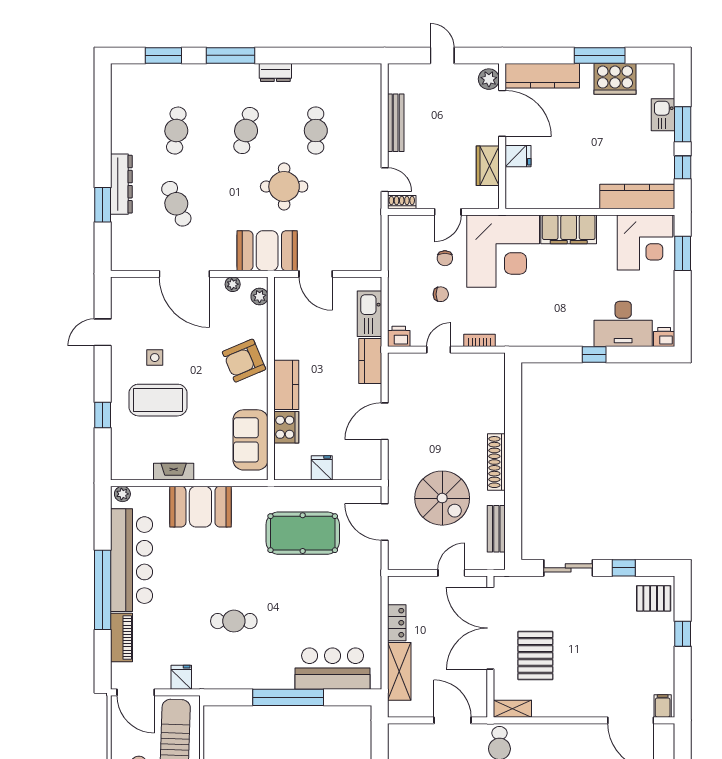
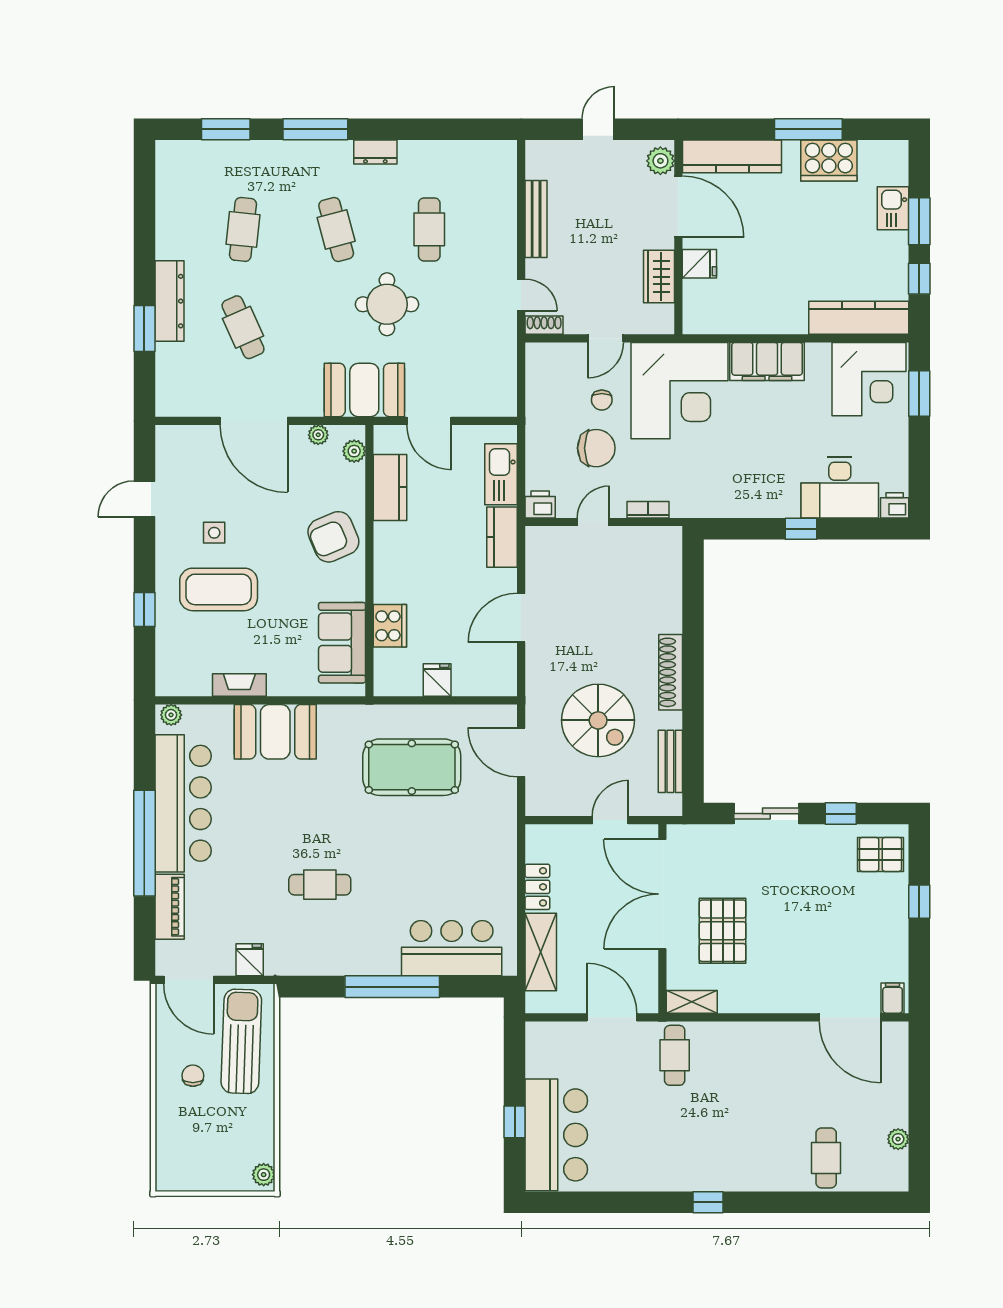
door: (442, 55) -> (598, 129), hinge flipped
cafe table: (246, 131) -> (336, 229), turned -30
chair: (441, 294) -> (596, 448), width x1.87, depth x1.87
kitchen counter: (286, 385) -> (390, 487), moved

